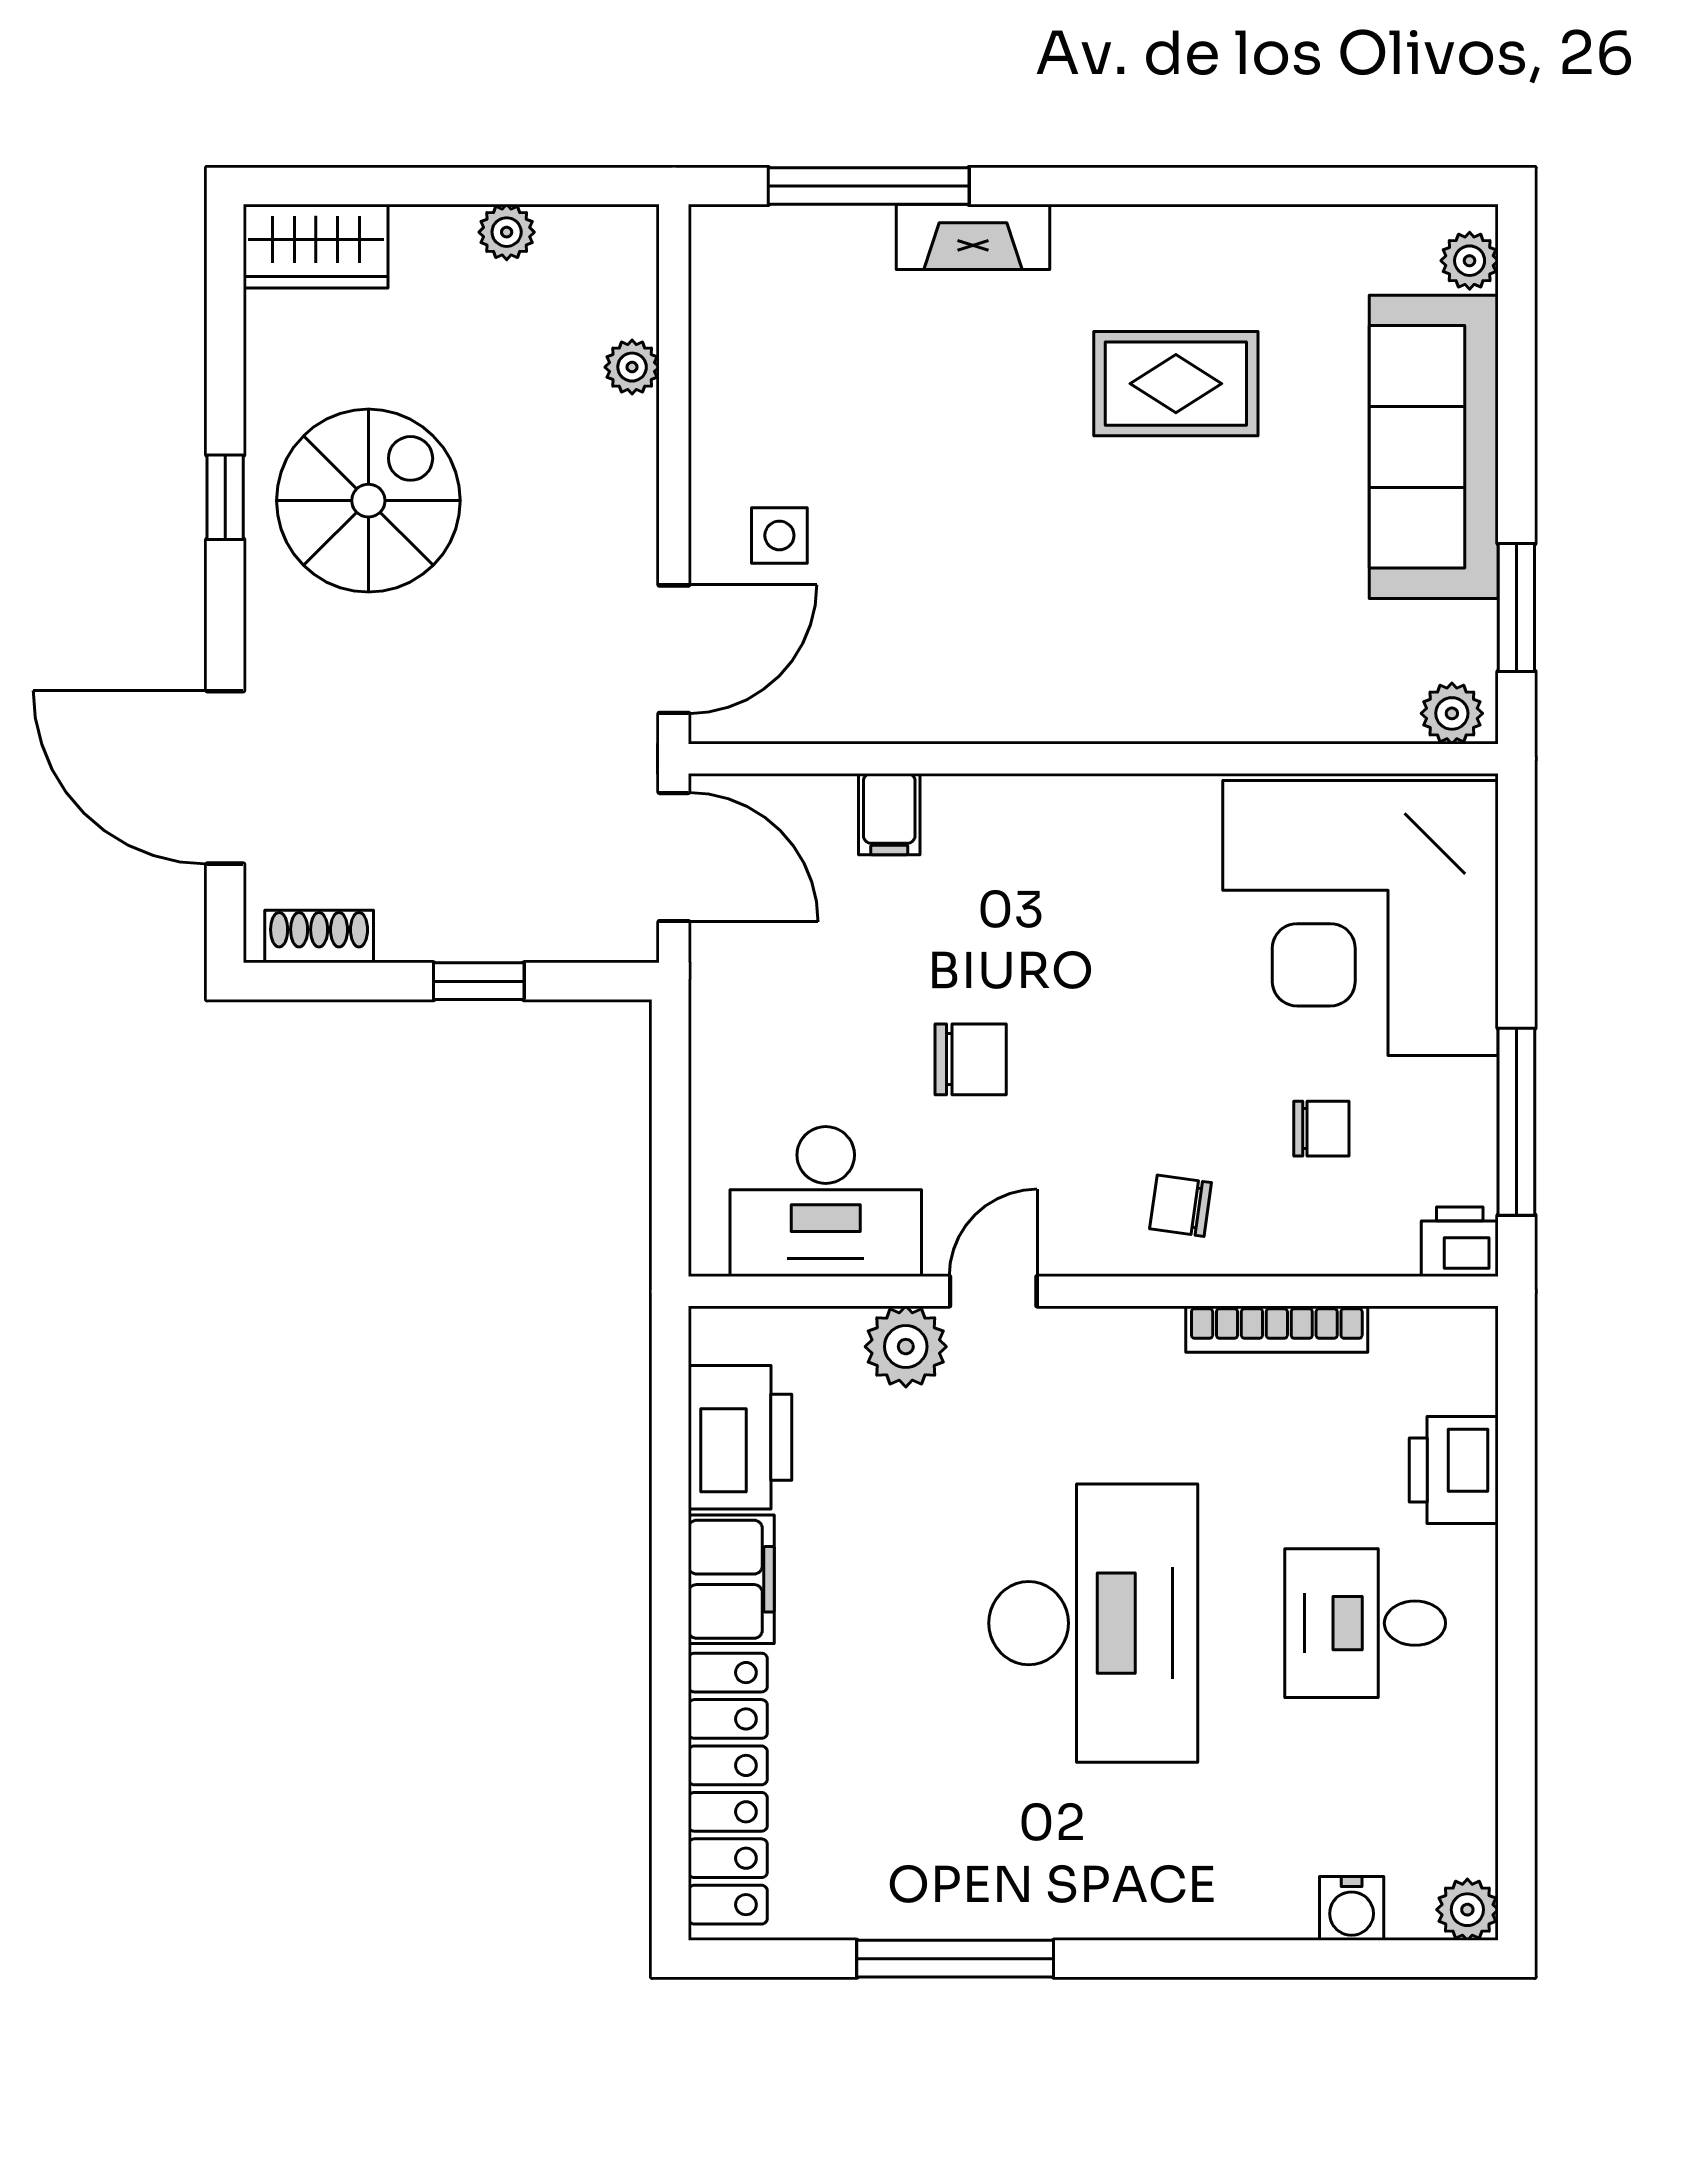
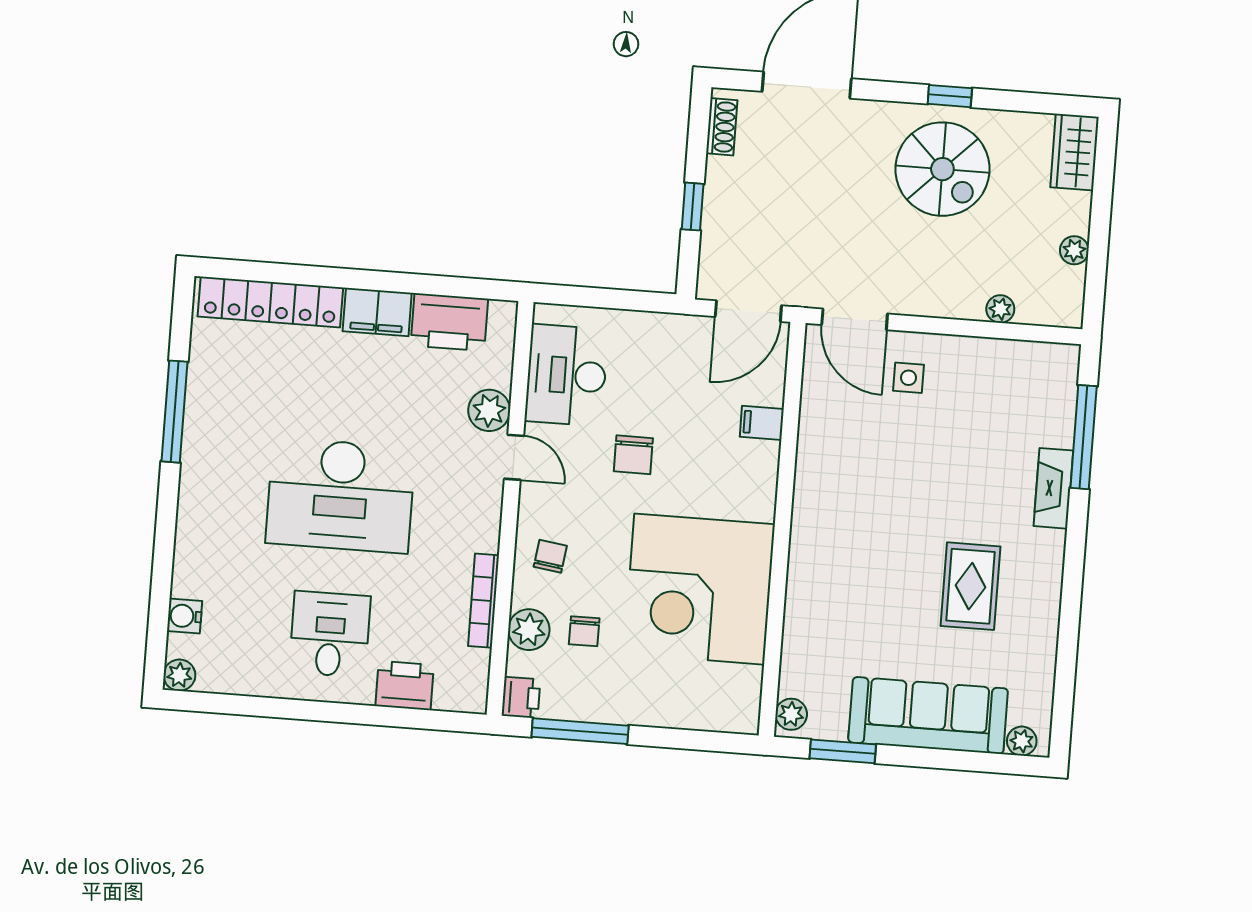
corner desk: (1361, 918) -> (699, 589), moved, turned -90
plant: (1327, 1236) -> (529, 630), added

